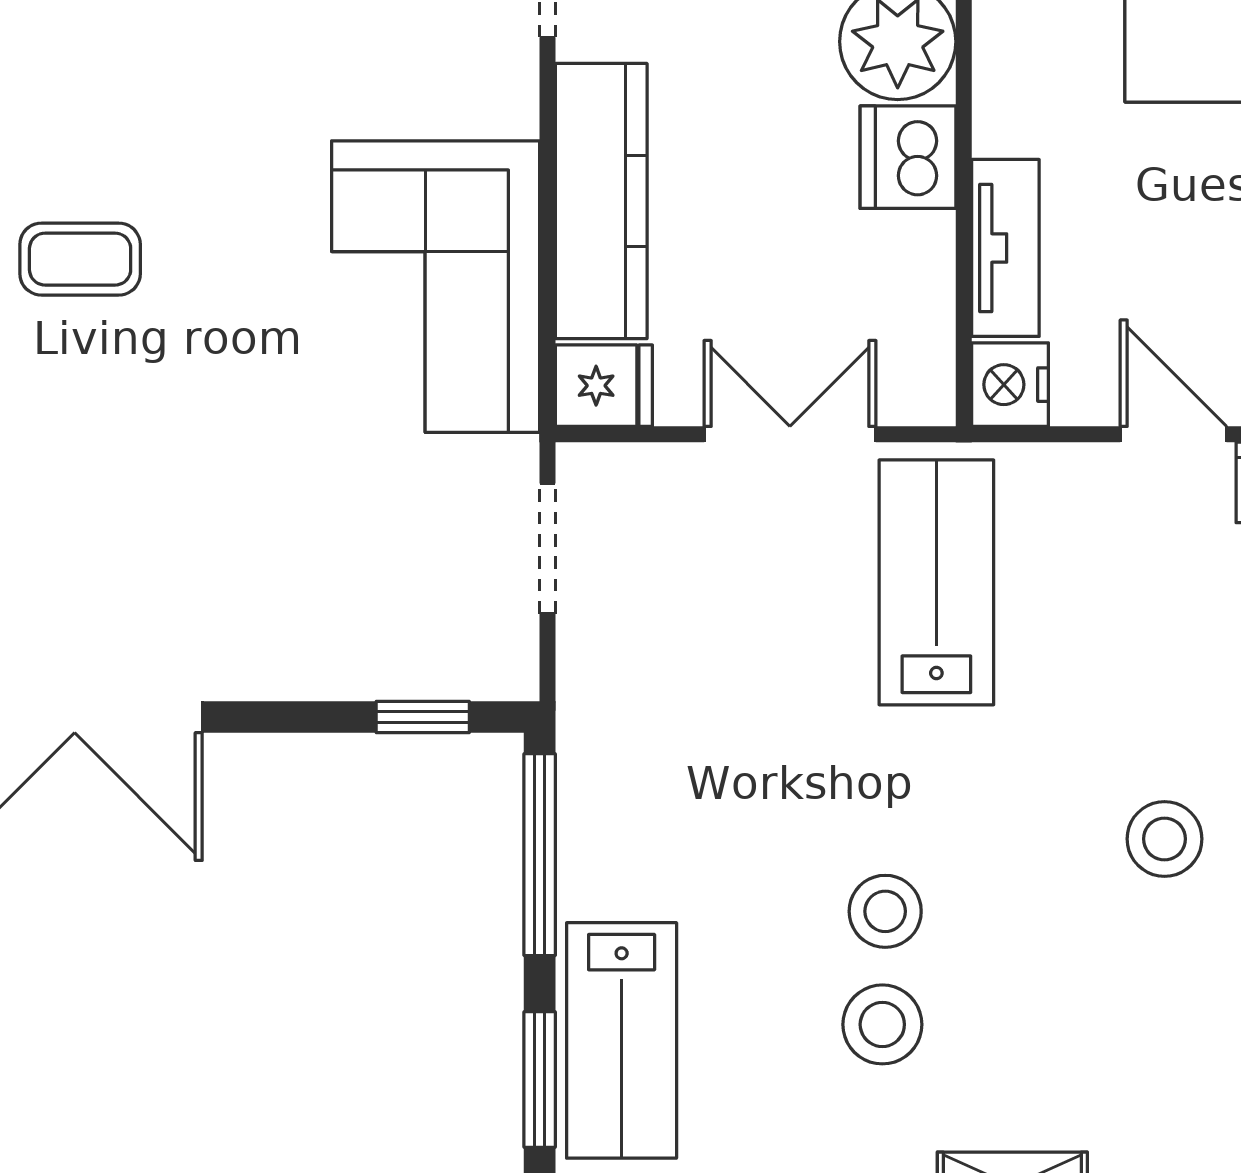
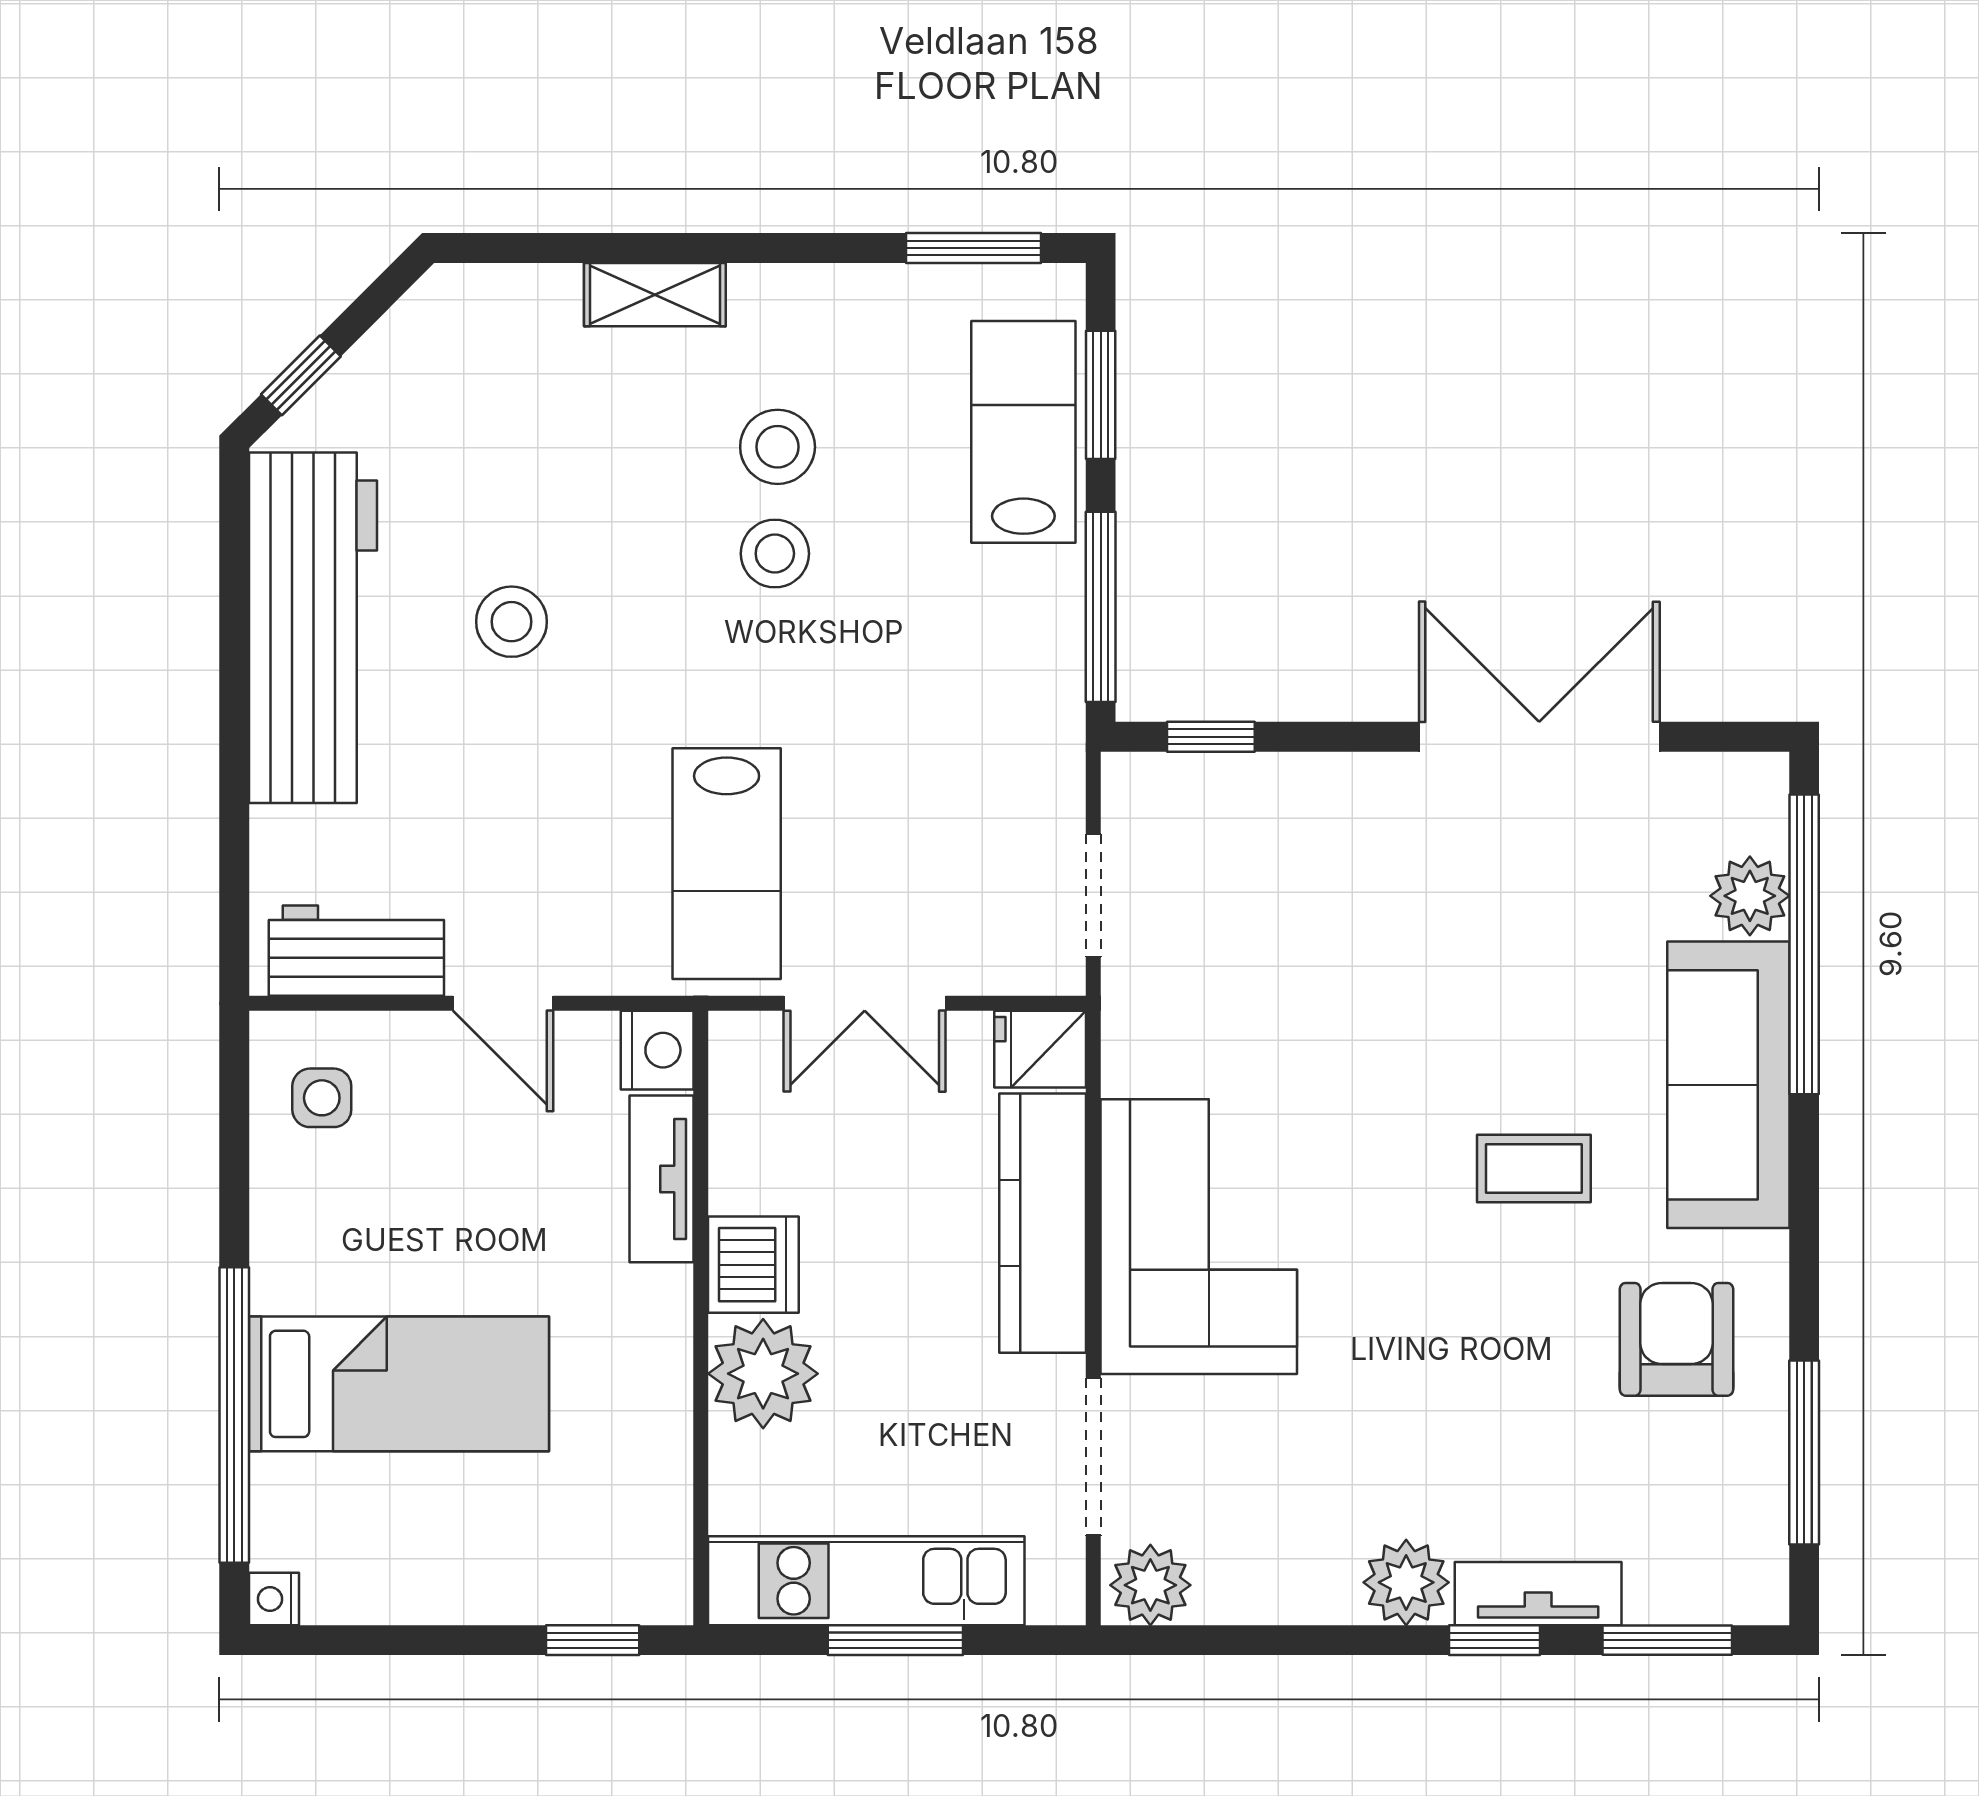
corner sofa: (436, 287) -> (1199, 1237), moved

